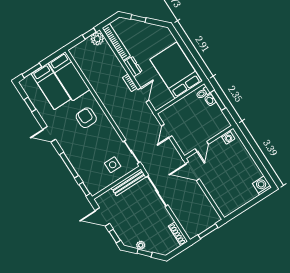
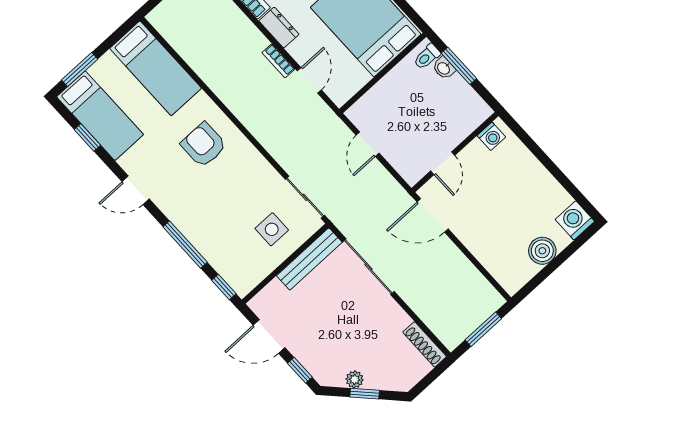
bed: (51, 87) -> (100, 116), moved
boiler: (243, 198) -> (542, 251), added

